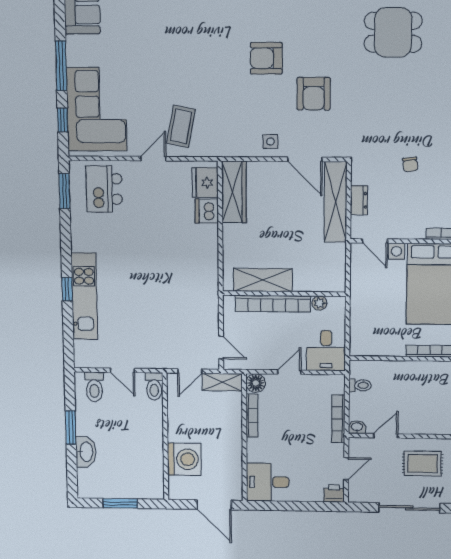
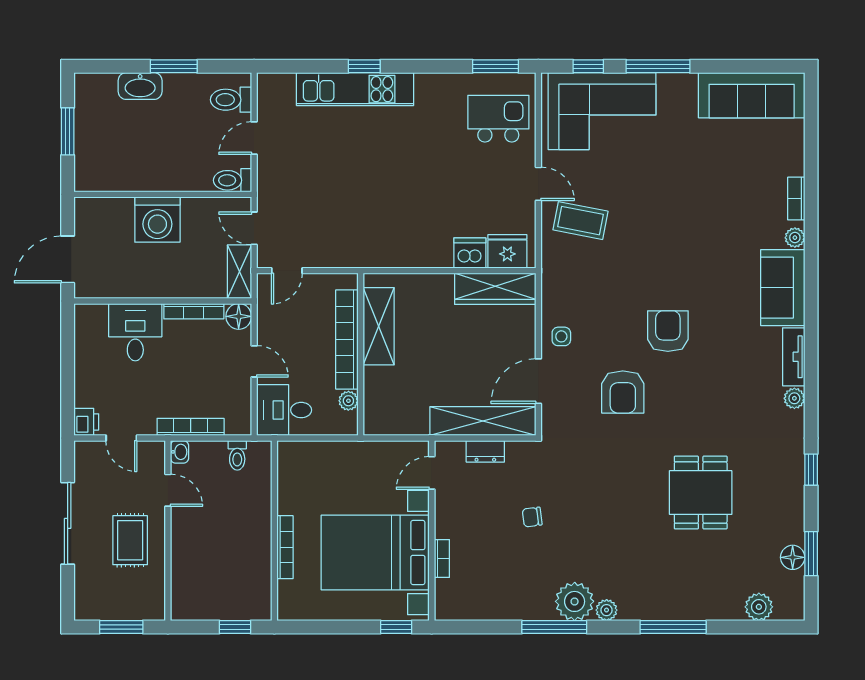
armchair: (314, 94) -> (623, 392), turned -90
washing machine: (184, 459) -> (157, 220), moved
desk: (268, 482) -> (135, 332), moved

